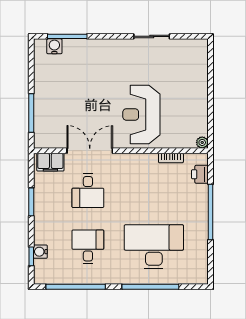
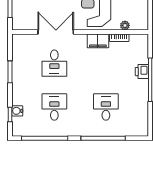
plant: (202, 142) -> (125, 25), moved
filing cabinet: (50, 162) -> (98, 41), moved
printer: (200, 174) -> (142, 72), moved
desk: (154, 247) -> (106, 107), width x0.53, depth x0.77

